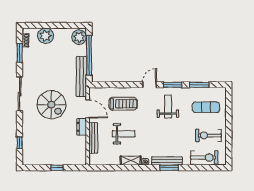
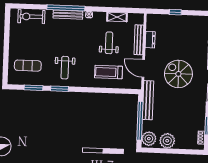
plant: (46, 36) -> (167, 141), moved
door: (150, 85) -> (82, 90), removed
dresser: (82, 127) -> (150, 40), moved
weight bench: (124, 134) -> (109, 43), turned 90
exercise bike: (209, 135) -> (26, 38), removed
shelving: (131, 161) -> (117, 17), moved
window: (169, 168) -> (66, 8), width x2.11

